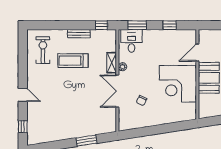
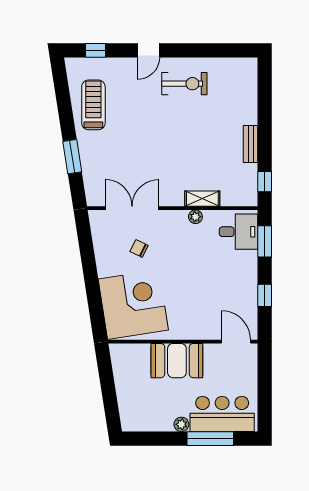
exercise bike: (43, 50) -> (184, 84), moved
door: (197, 53) -> (236, 342), moved
treadmill: (73, 61) -> (93, 105), moved
corner desk: (178, 84) -> (133, 304), moved, turned 81
double door: (117, 91) -> (132, 208), moved

